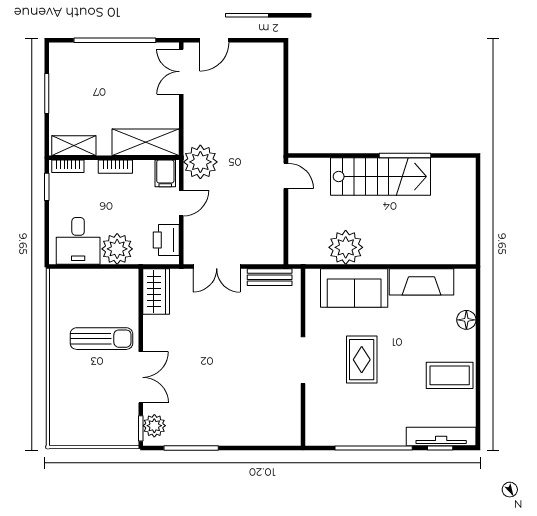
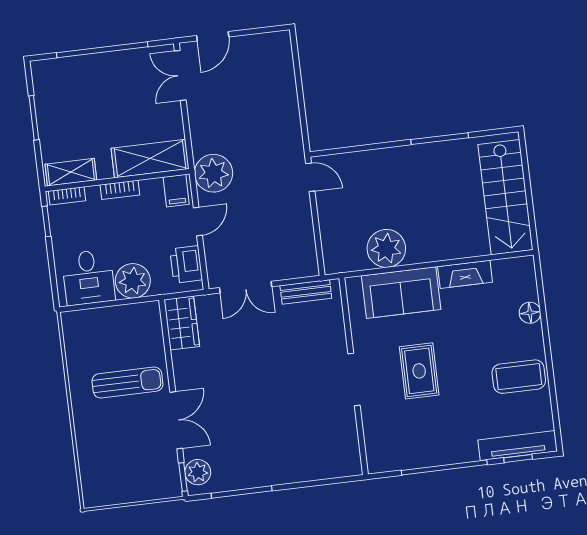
stairs: (381, 177) -> (506, 197), moved, turned 90
fireplace: (422, 282) -> (465, 274), width x0.73, depth x0.76

